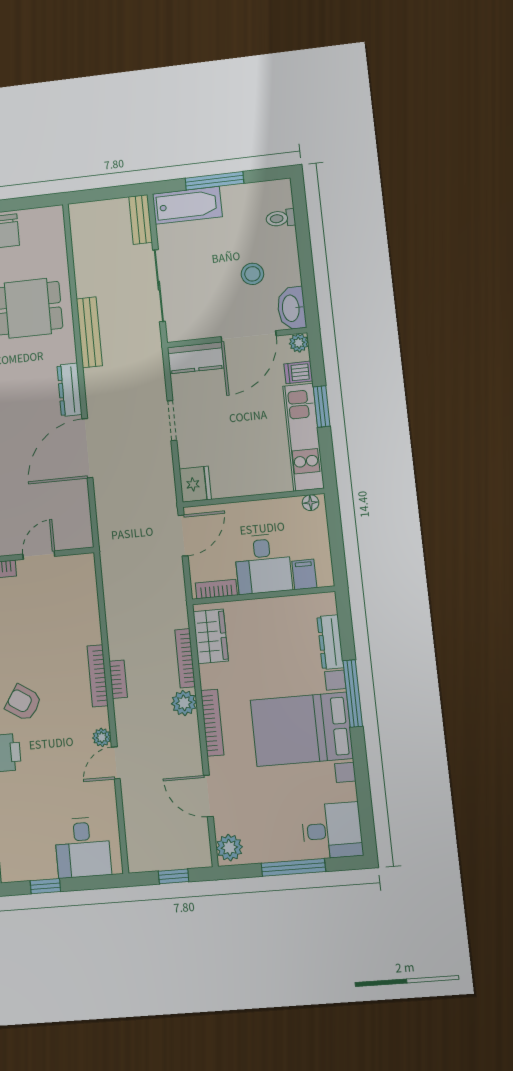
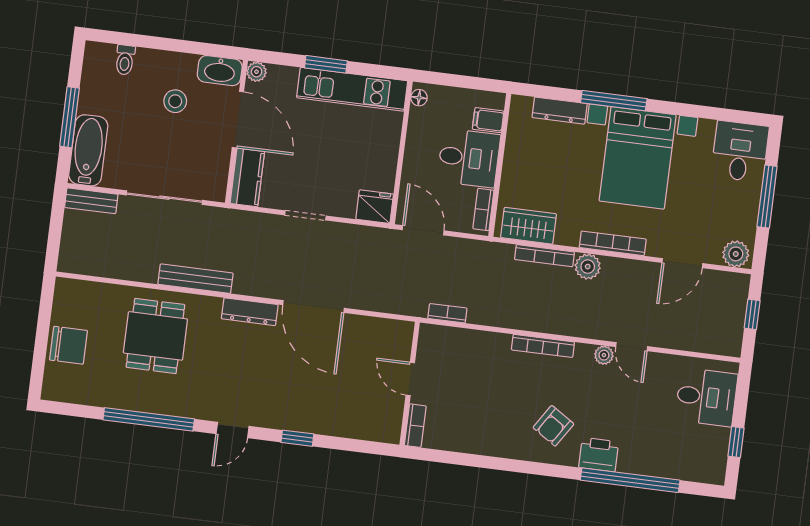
dishwasher: (298, 372) -> (286, 79), removed
bookcase: (118, 679) -> (447, 313), moved

